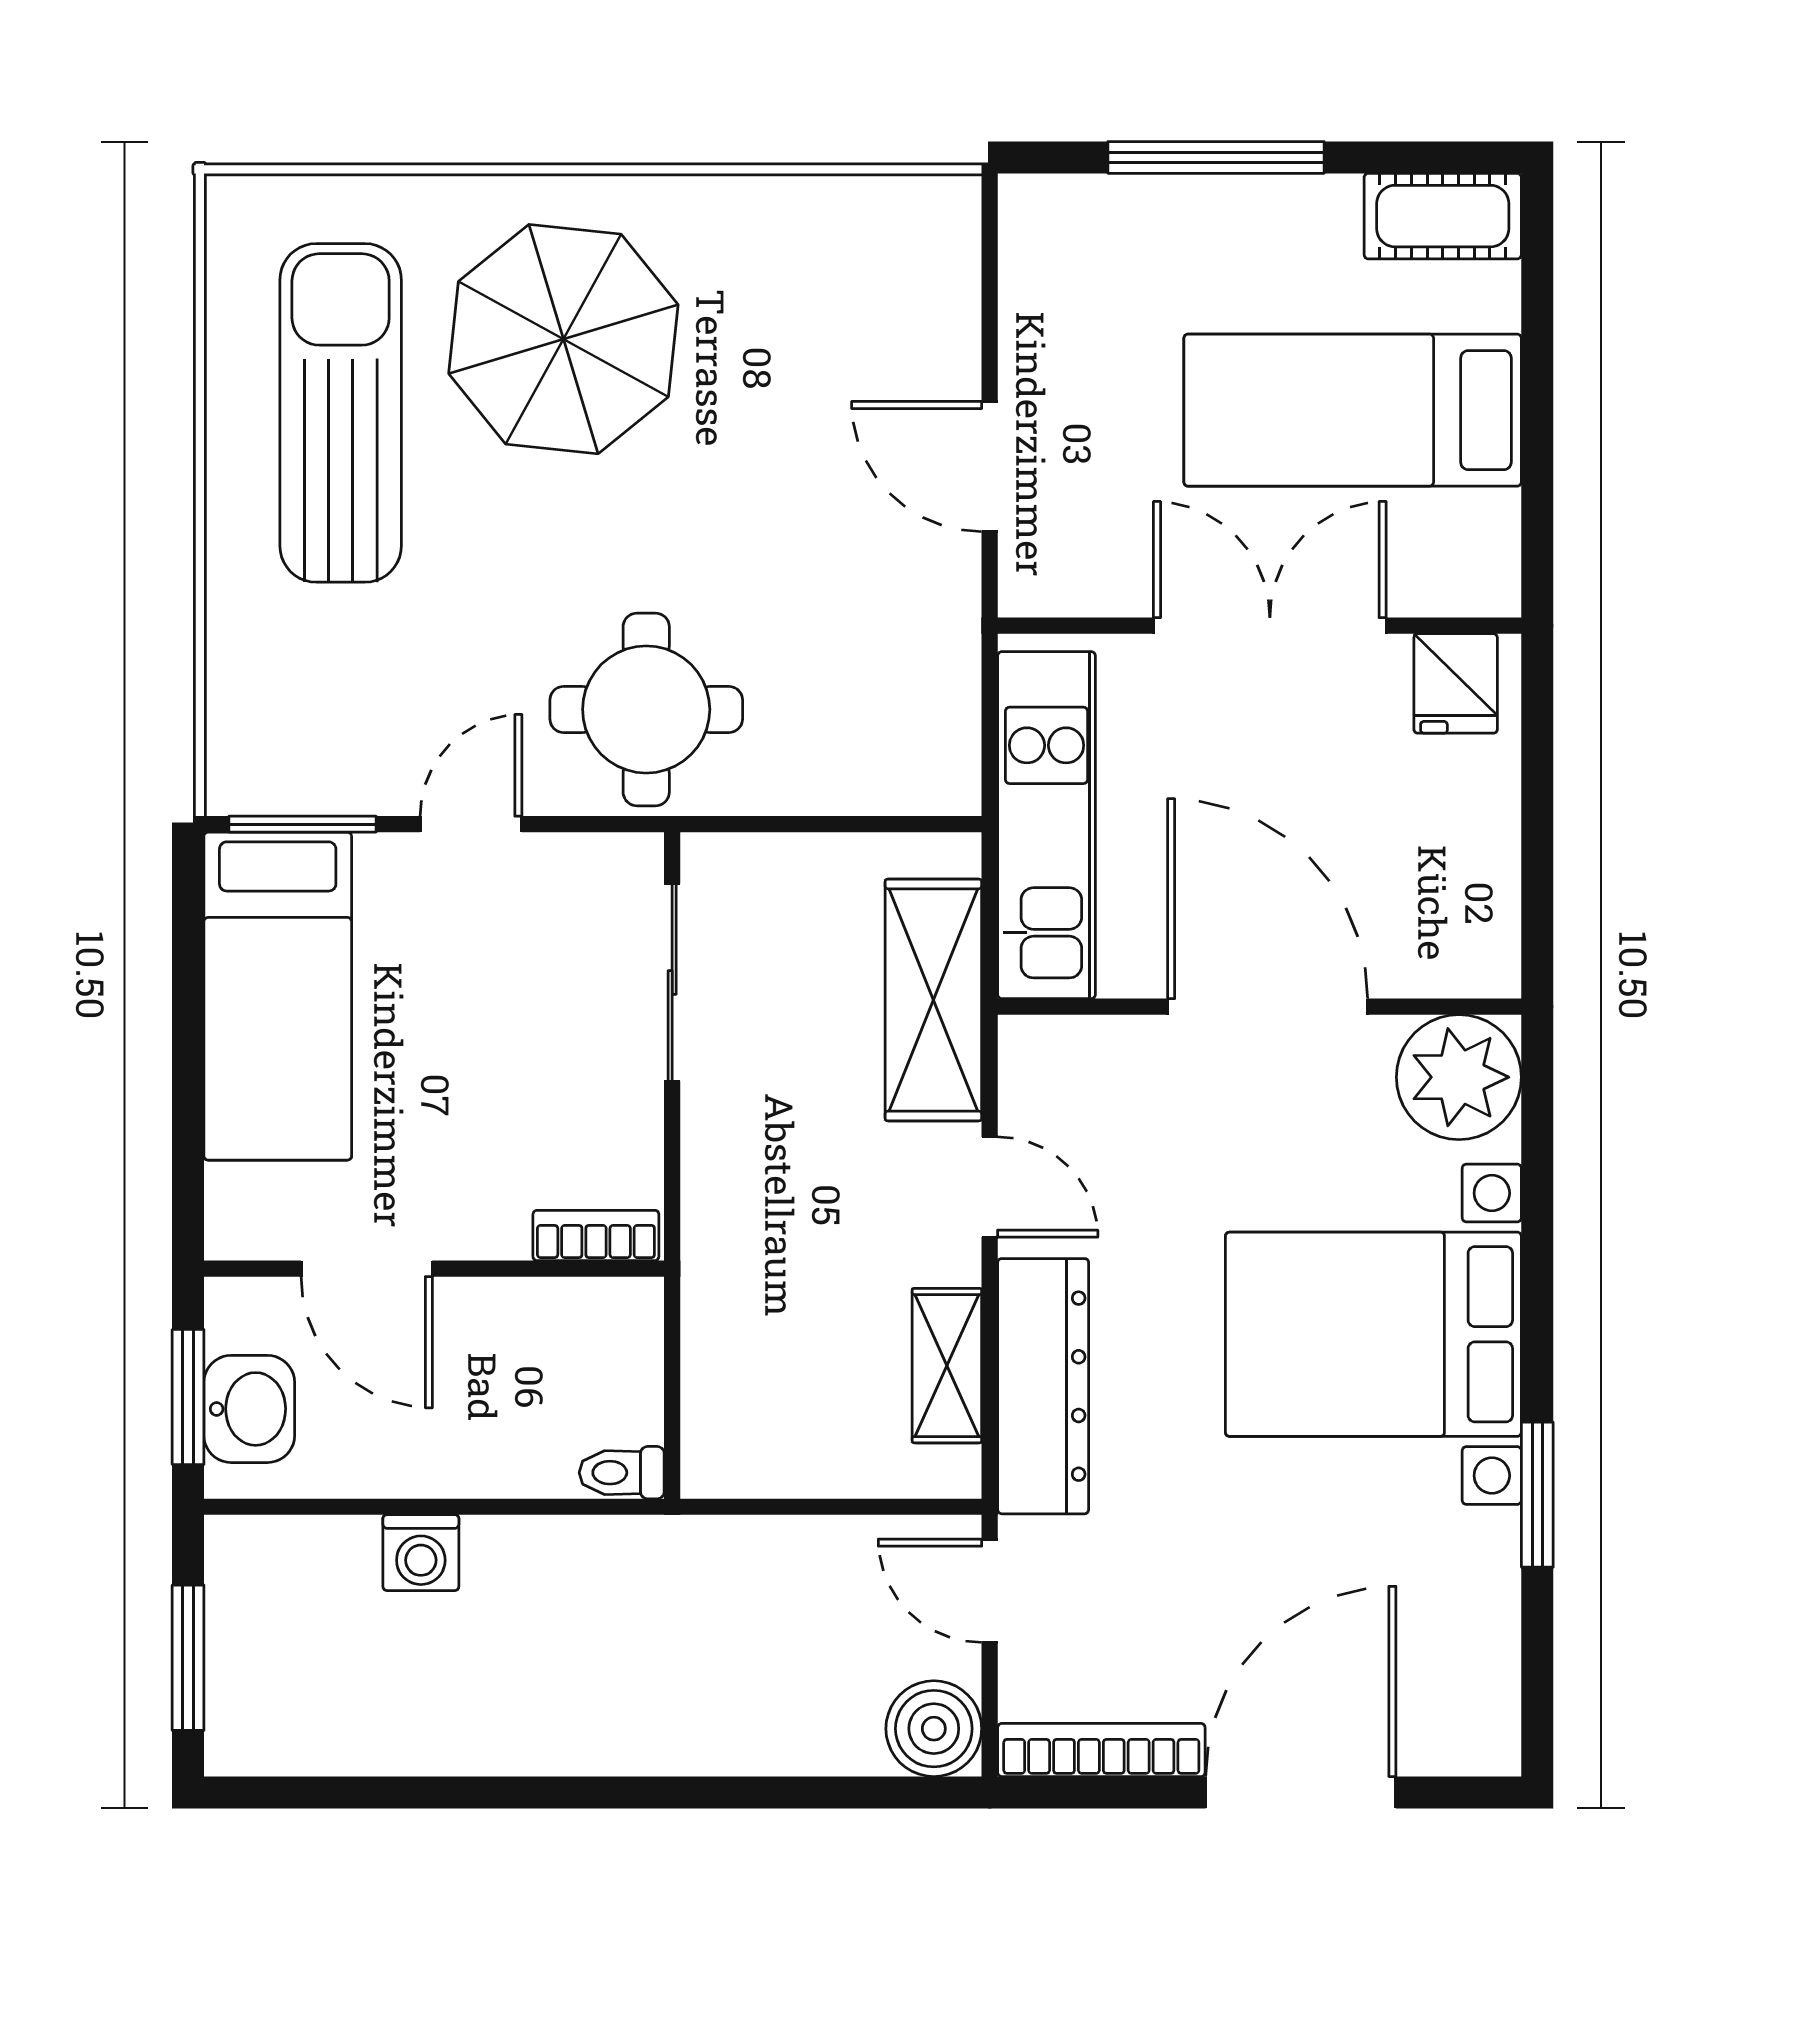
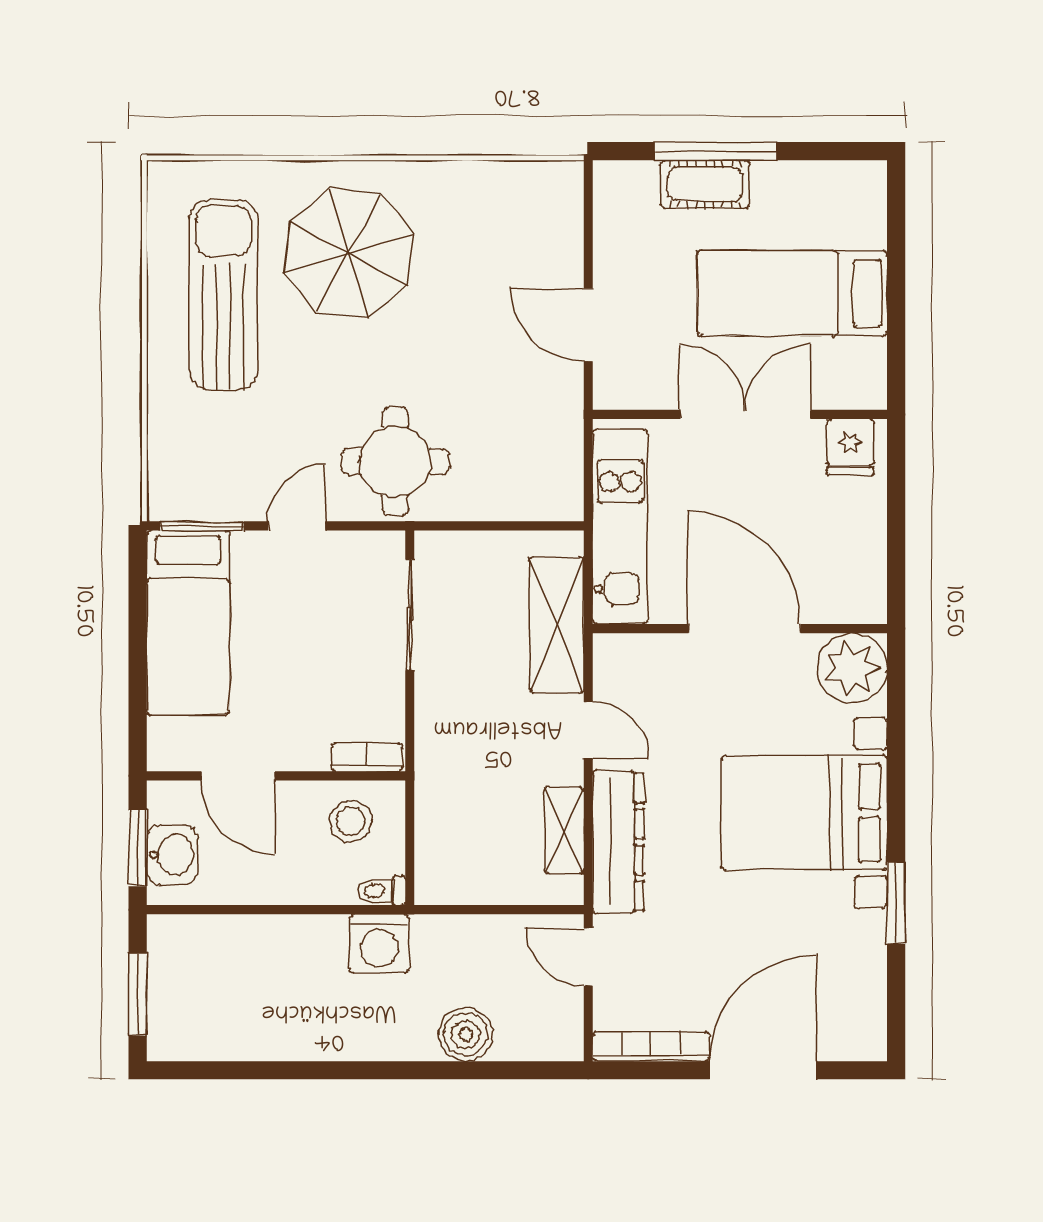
cot: (1443, 216) -> (705, 184), moved
stool: (567, 1349) -> (351, 821), added
washing machine: (421, 1553) -> (379, 944), moved, width x1.38, depth x1.38
boiler: (934, 1729) -> (466, 1034), moved

